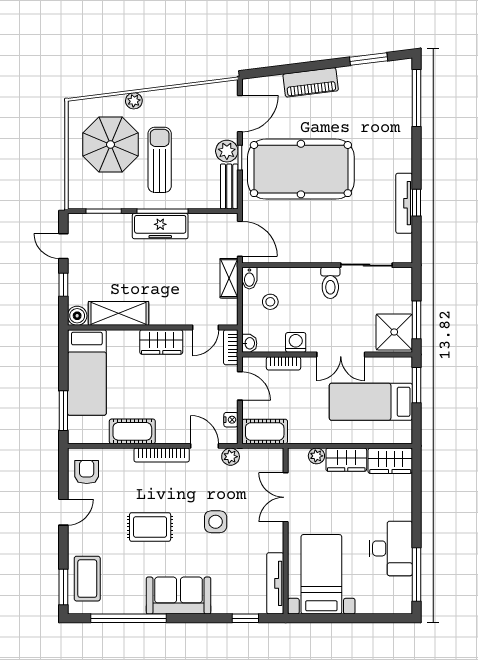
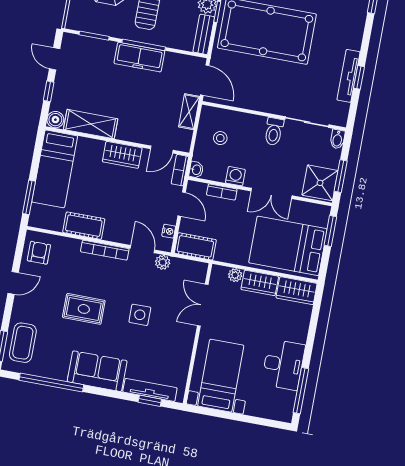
bidet: (249, 278) -> (337, 139), moved
bed: (371, 402) -> (288, 246), width x1.50
tv unit: (275, 583) -> (150, 390), moved, turned 90

